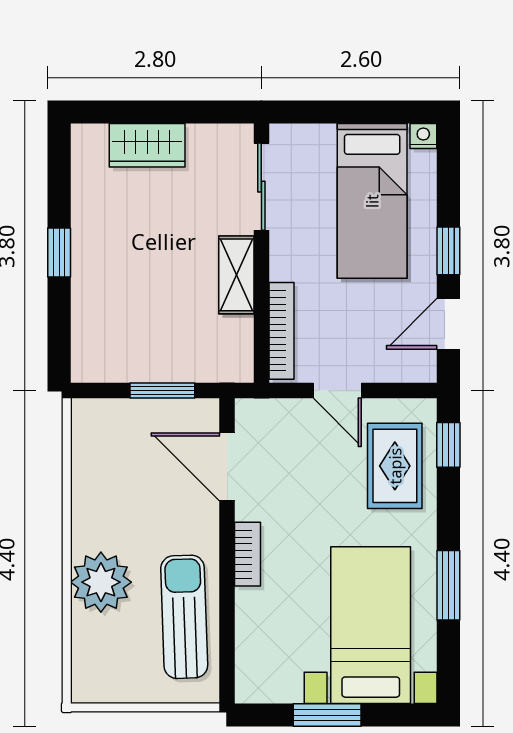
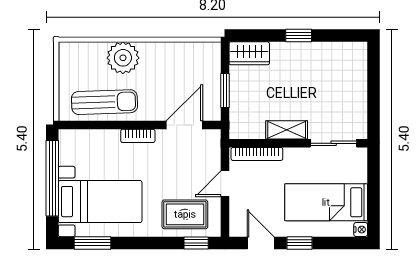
wardrobe: (147, 145) -> (249, 53), moved, turned -90
window: (448, 585) -> (93, 243), moved
window: (327, 715) -> (52, 178), width x2.11

